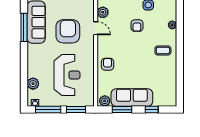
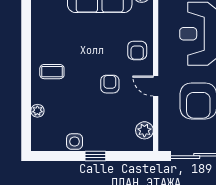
armchair: (137, 26) -> (110, 84), moved
door: (96, 28) -> (156, 86), moved

